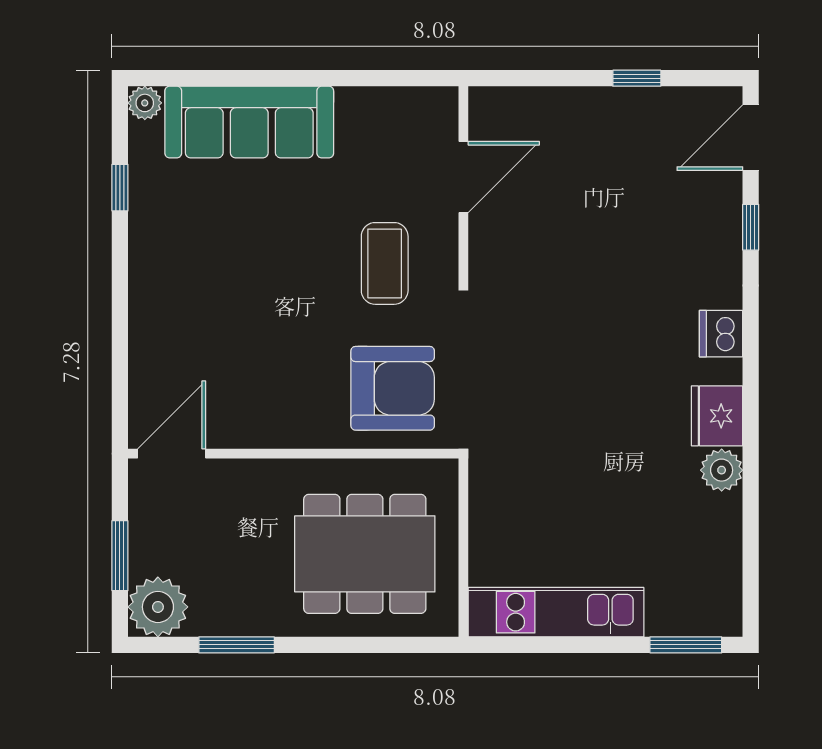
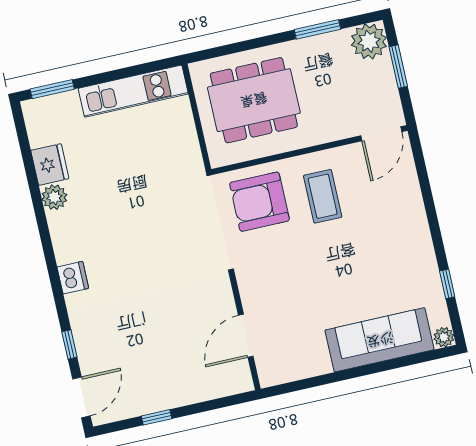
coffee table: (385, 263) -> (323, 196), moved
fridge: (717, 416) -> (50, 165), moved

